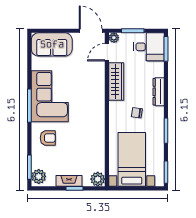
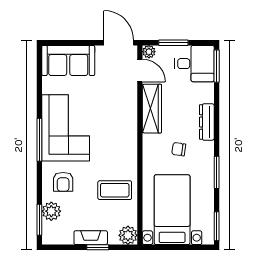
door: (107, 52) -> (140, 71), swing flipped
armchair: (48, 138) -> (63, 182), turned 90
coffee table: (88, 144) -> (115, 190), added
plant: (39, 176) -> (51, 211), moved

